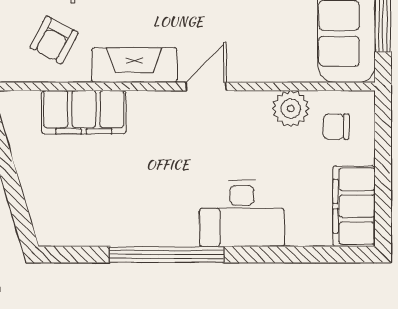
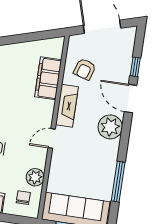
armchair: (54, 40) -> (85, 69), turned -101
door: (206, 86) -> (52, 138), swing flipped

